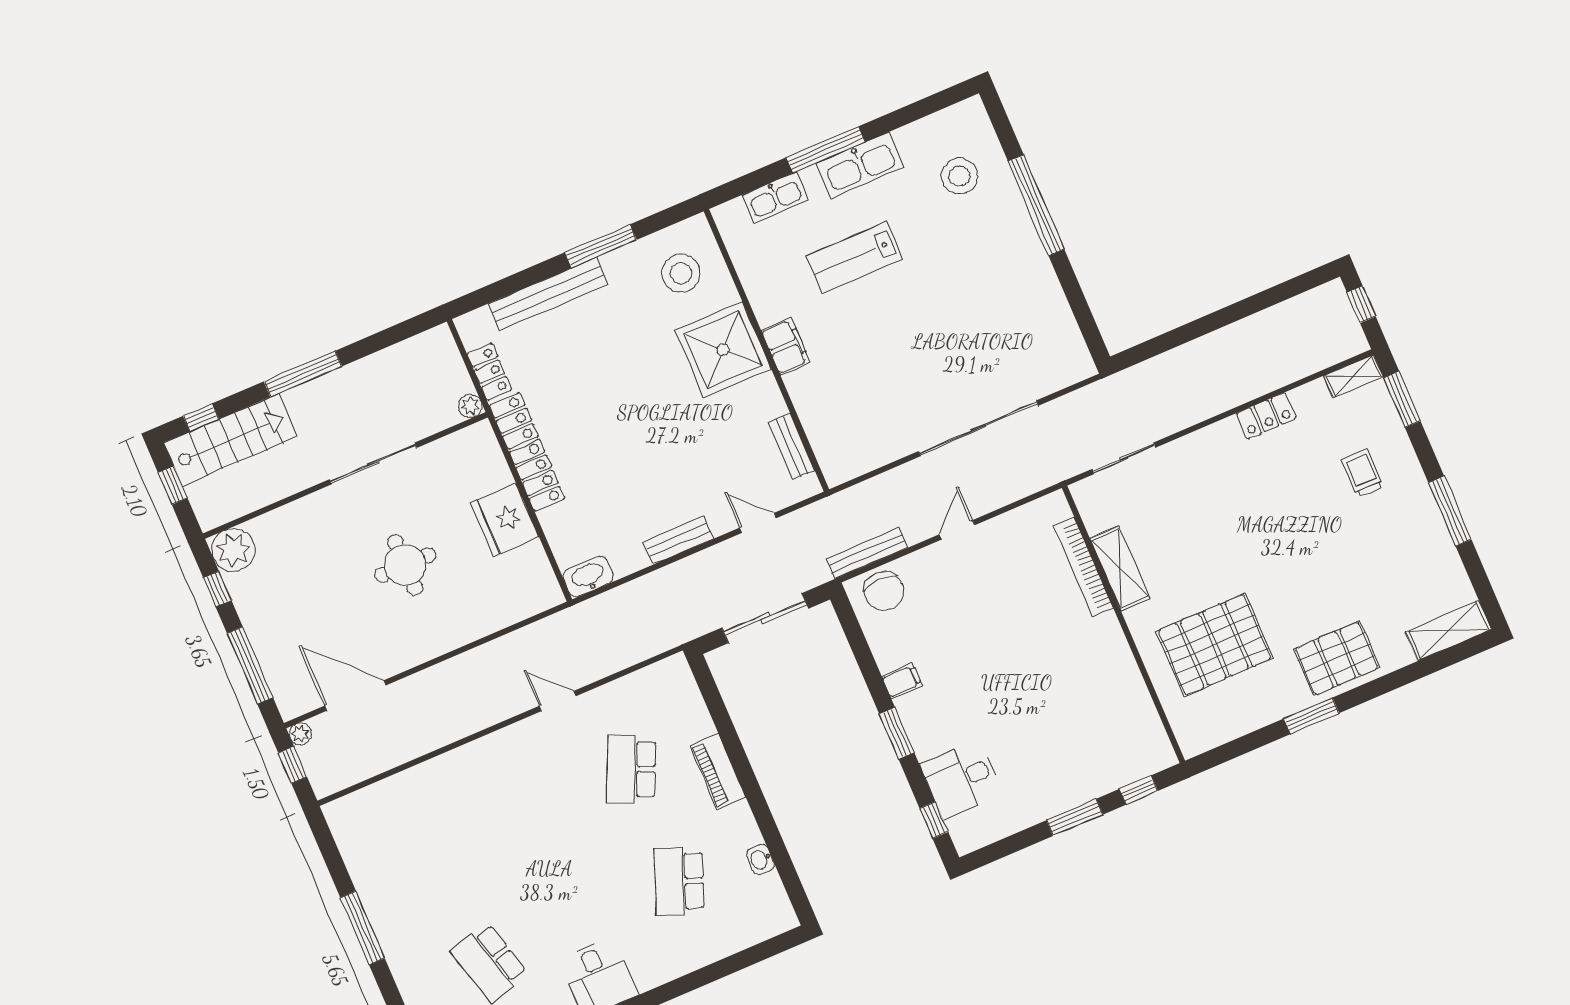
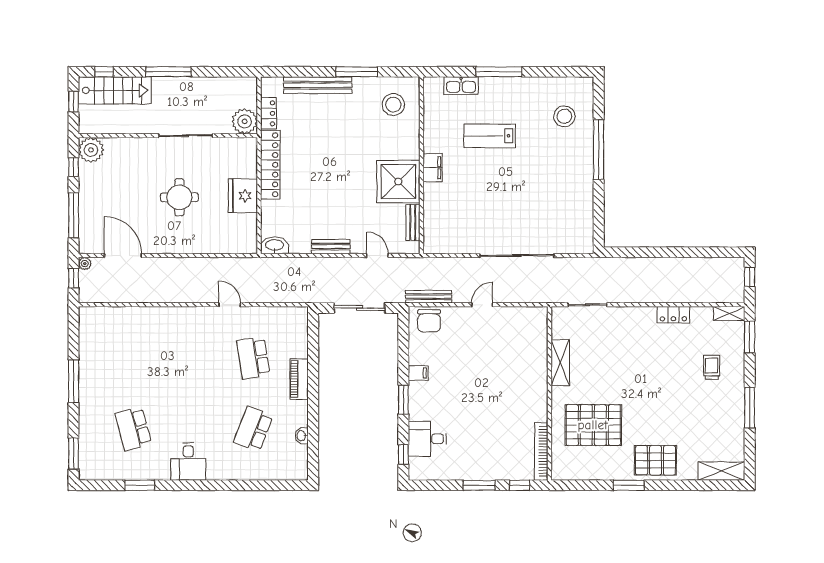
kitchen sink: (860, 165) -> (514, 88), removed
shower: (723, 350) -> (398, 182), moved
plant: (470, 406) -> (245, 121), width x1.88, depth x1.88
bookcase: (1084, 567) -> (541, 451), moved
school desk: (631, 769) -> (253, 358), turned -33

